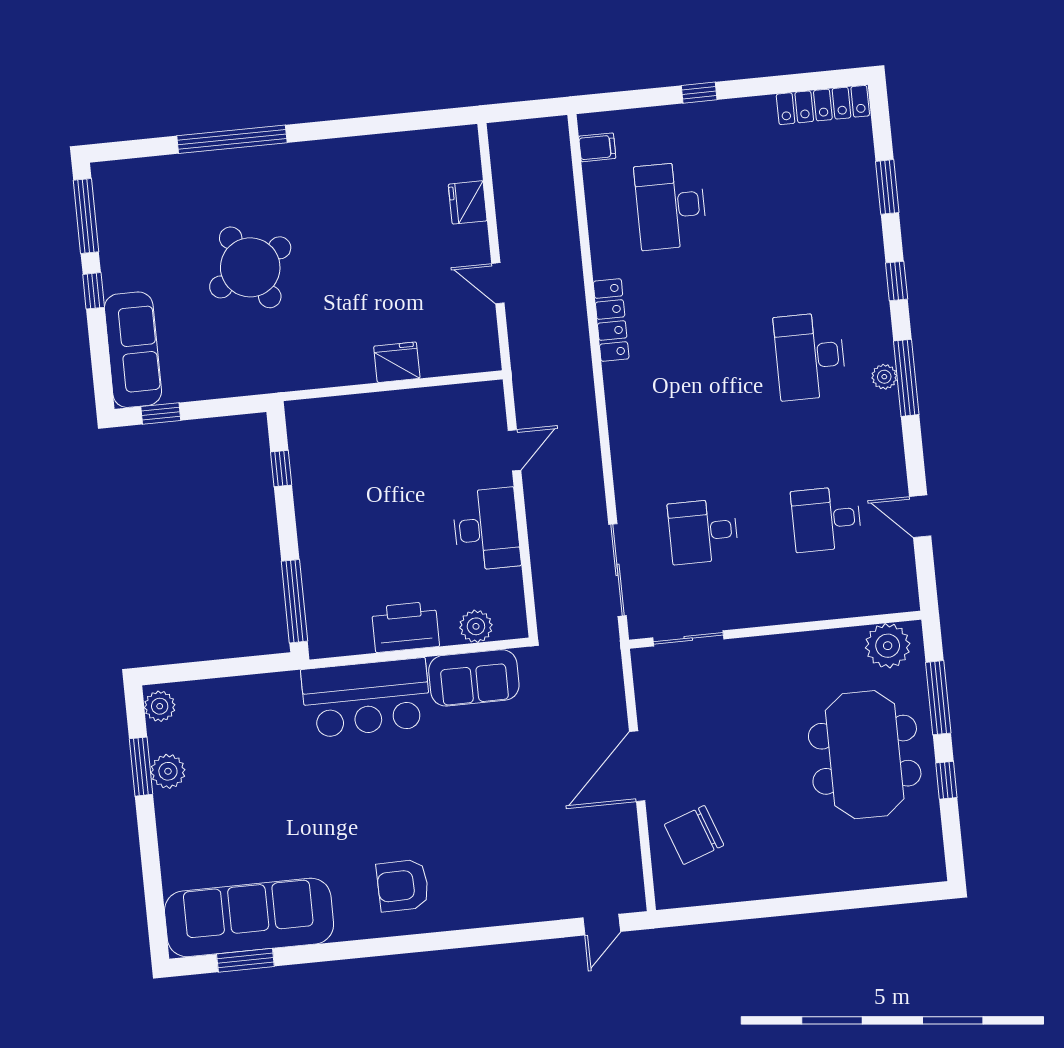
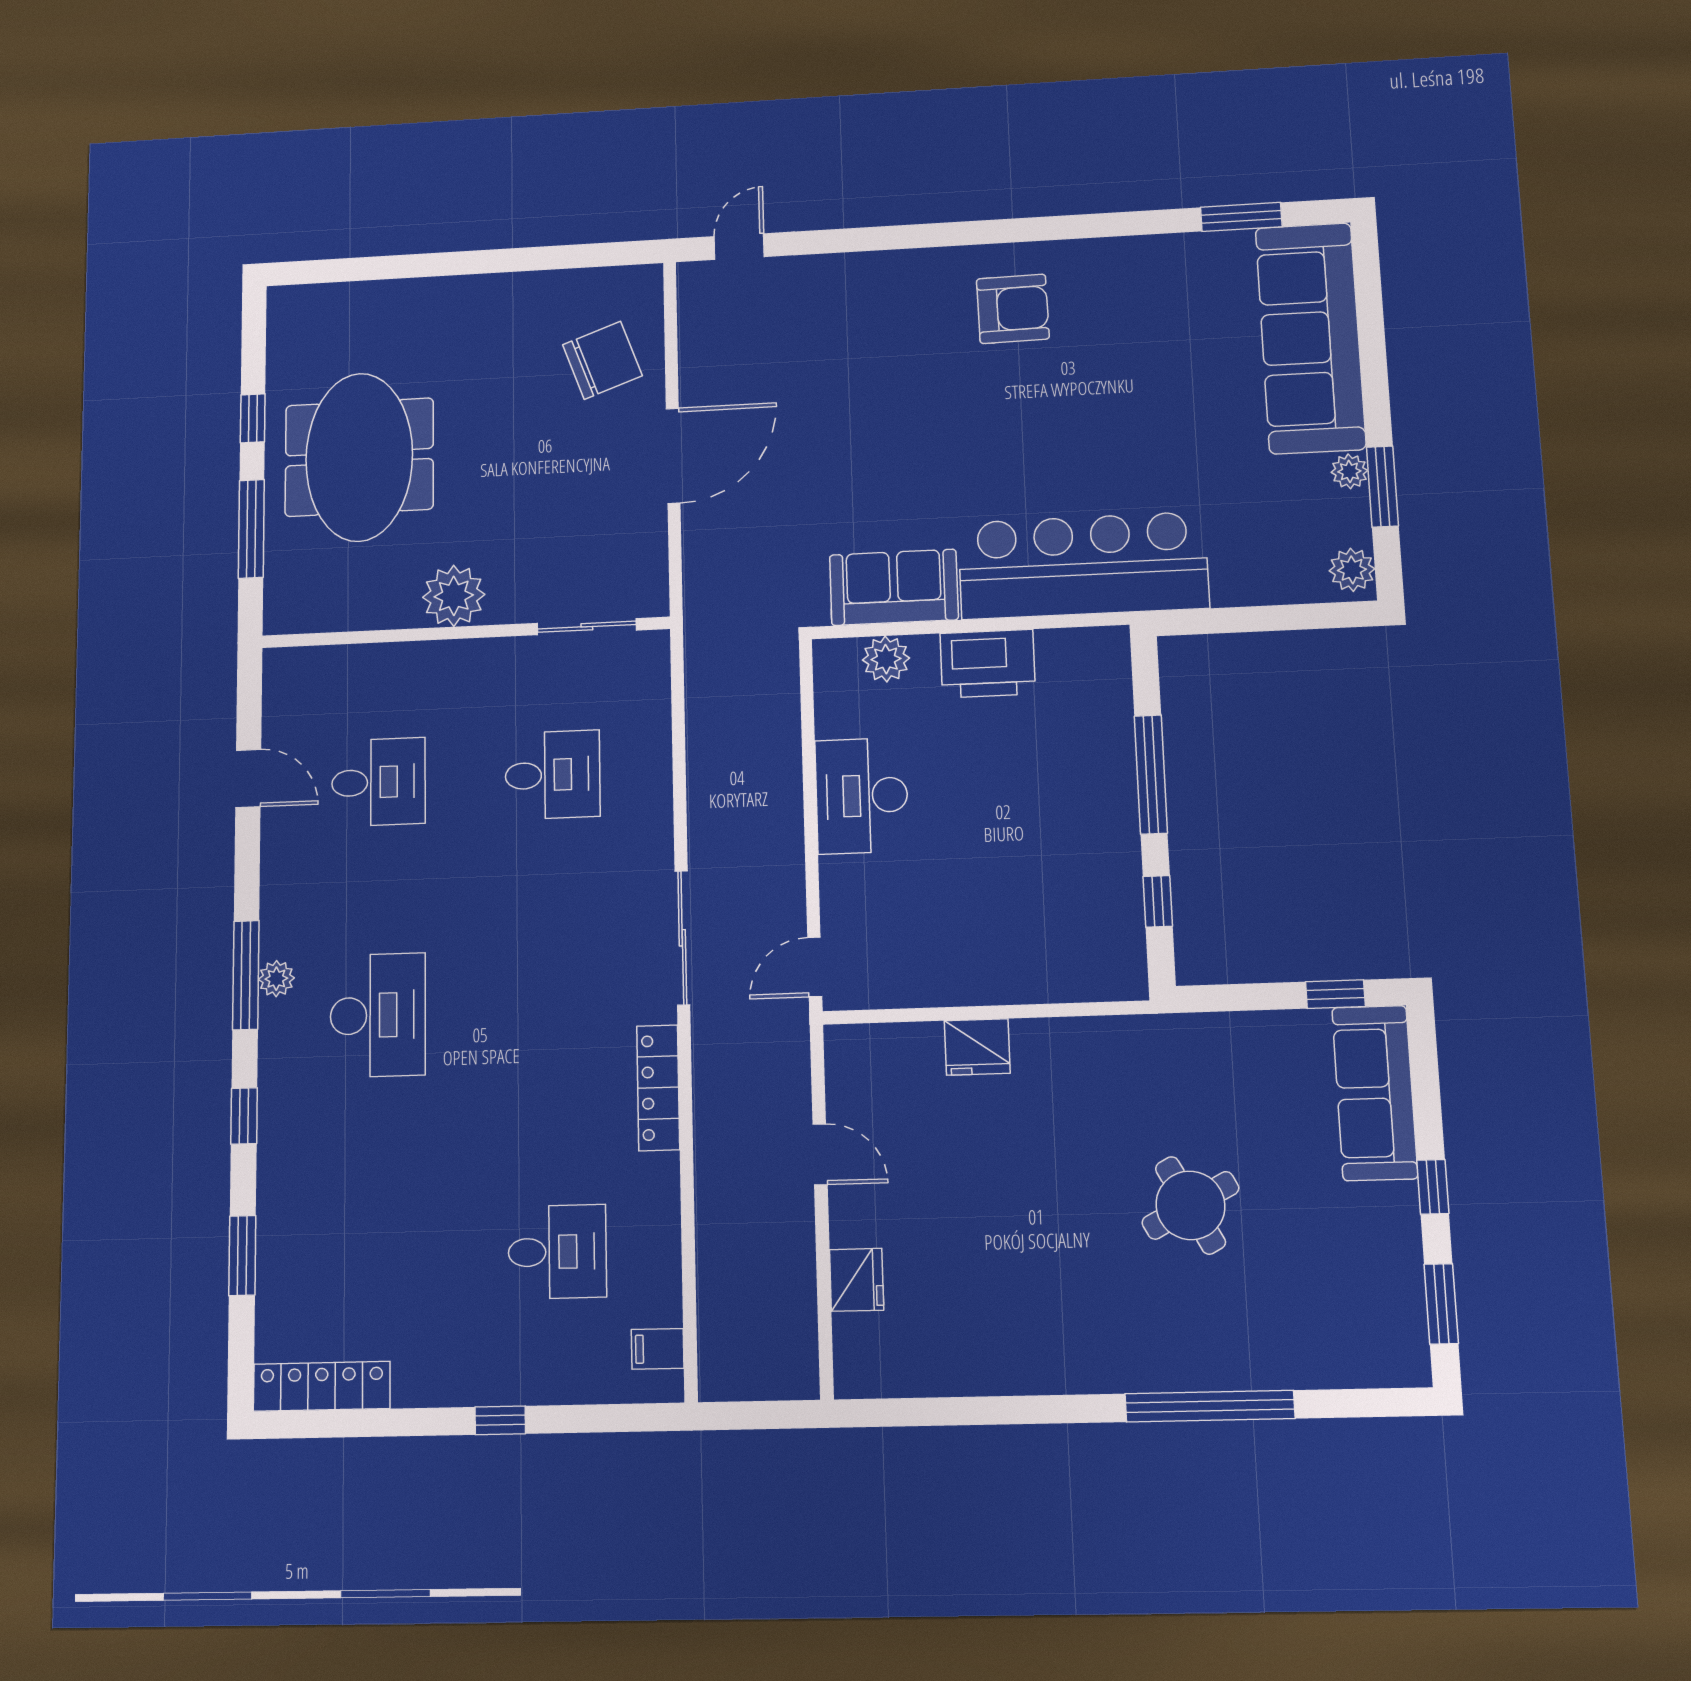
desk: (671, 206) -> (557, 1252), width x0.73
window: (86, 216) -> (1441, 1304), width x0.69
round table: (250, 267) -> (1190, 1205), width x0.73, depth x0.73
door: (514, 450) -> (815, 967), moved
sliding door: (617, 570) -> (682, 938), moved
window: (294, 601) -> (1151, 774), moved
plant: (888, 646) -> (454, 596), moved
bar counter: (366, 698) -> (1083, 565), width x1.36
plant: (168, 771) -> (1349, 471), width x0.73, depth x0.73
sofa: (249, 917) -> (1310, 338), moved, turned 90

